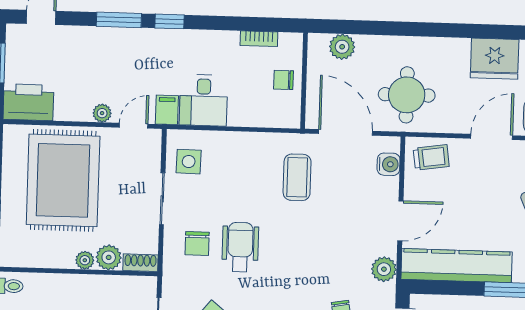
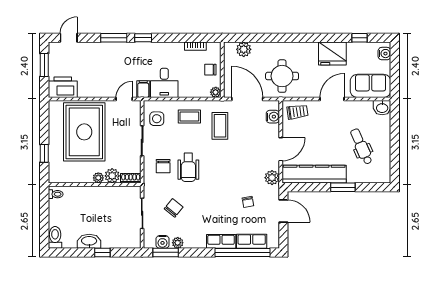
plant: (102, 113) -> (216, 92), moved
coffee table: (245, 160) -> (189, 117), added
wheelchair: (240, 247) -> (188, 167), turned 180

